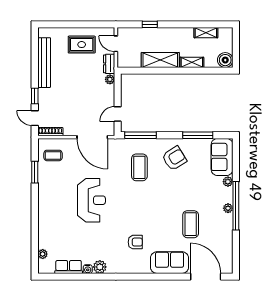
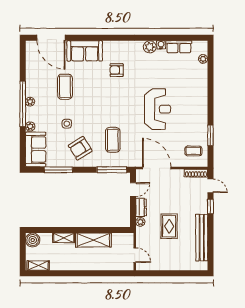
window: (150, 24) -> (103, 273), removed
shelving: (206, 33) -> (38, 266), moved
rug: (82, 45) -> (169, 226), moved, turned 90
dresser: (109, 64) -> (141, 207), moved
side table: (189, 185) -> (67, 124), added
reception desk: (91, 200) -> (158, 109), turned 180

